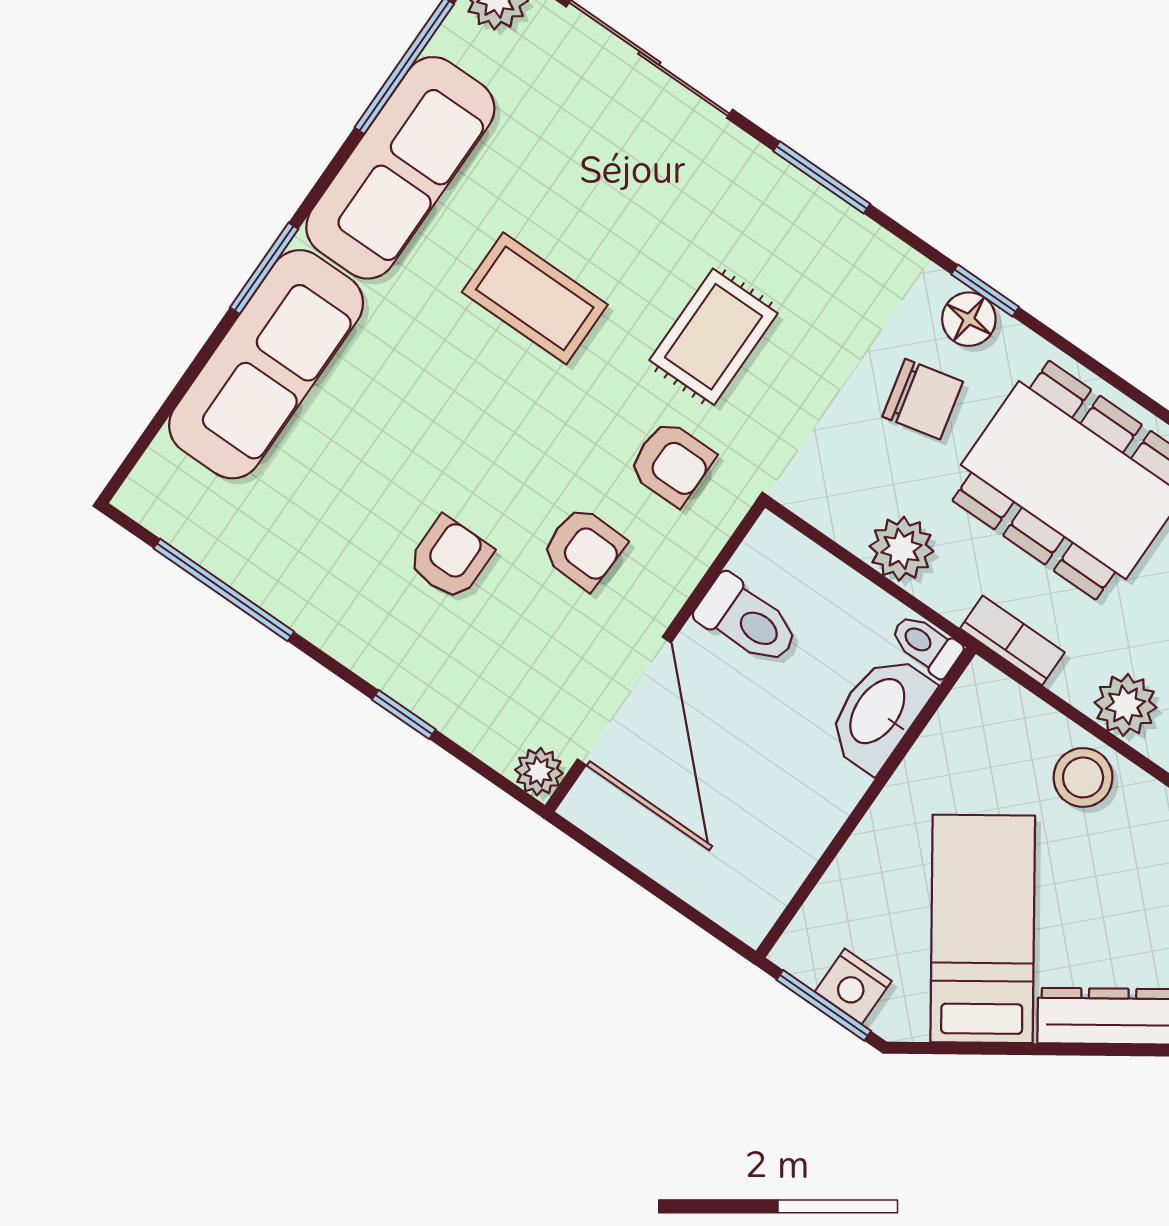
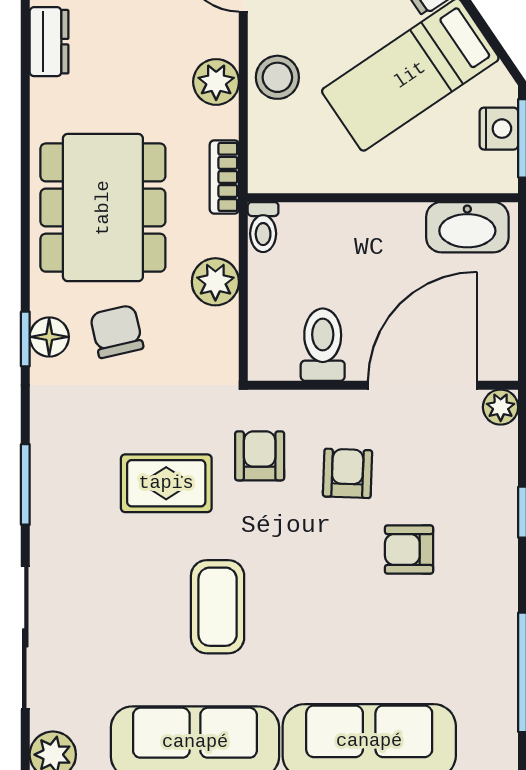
washbasin: (879, 712) -> (467, 227), moved

